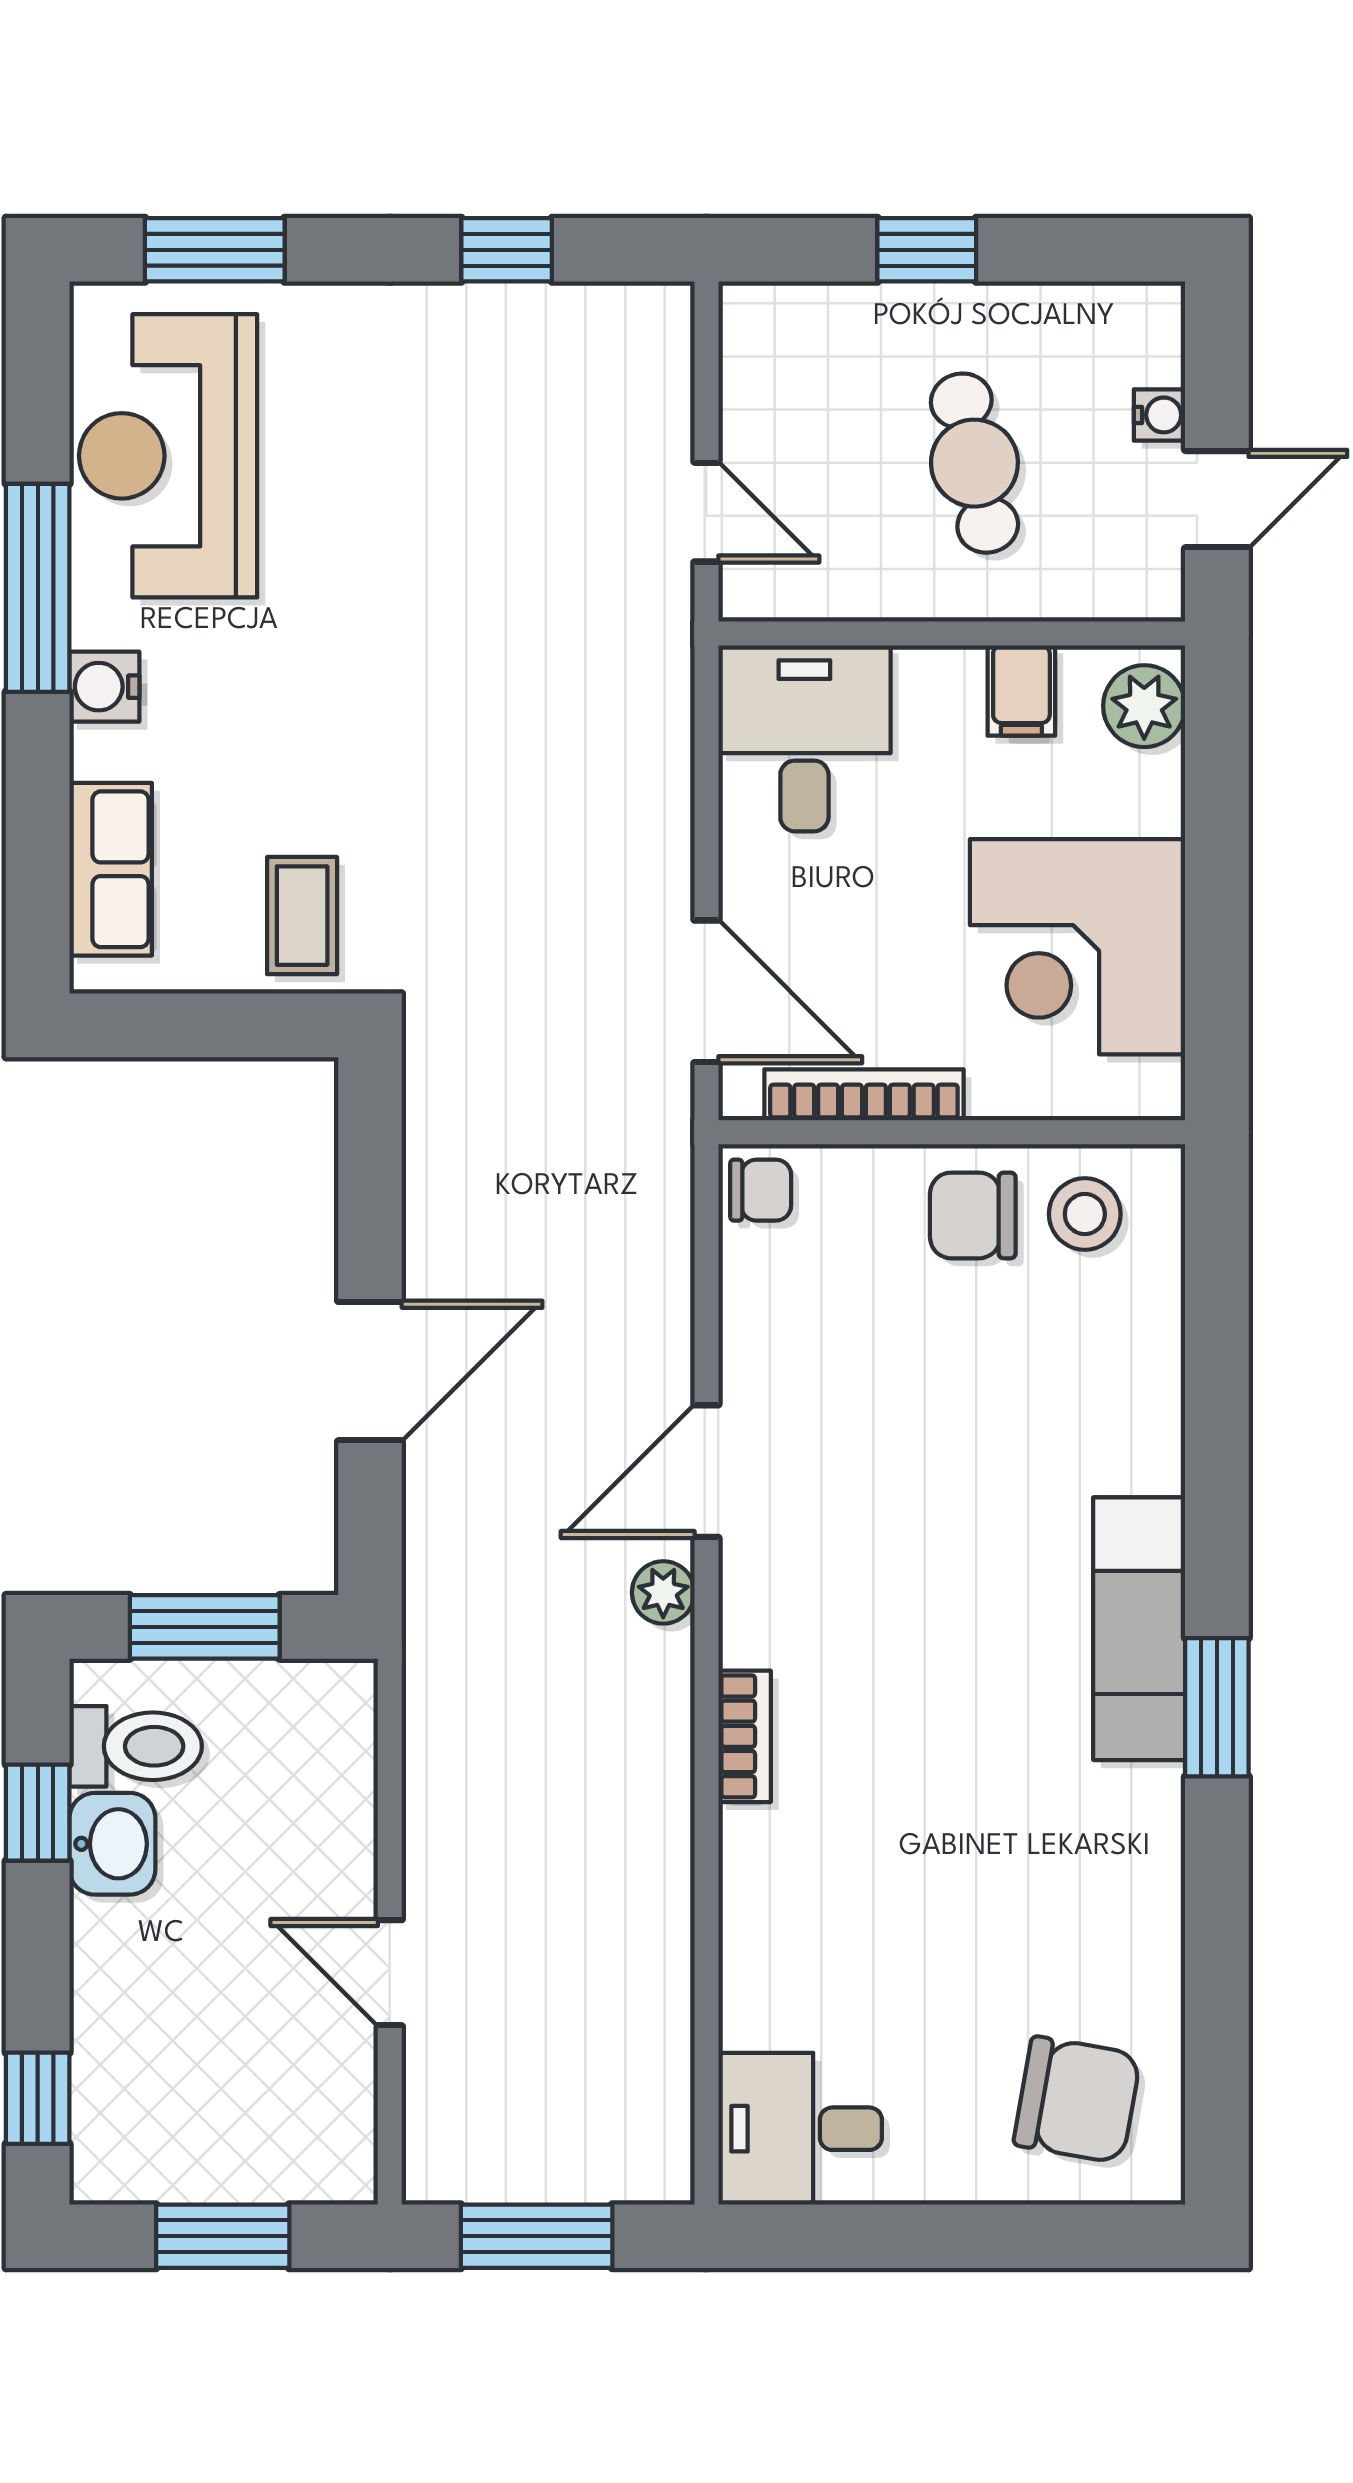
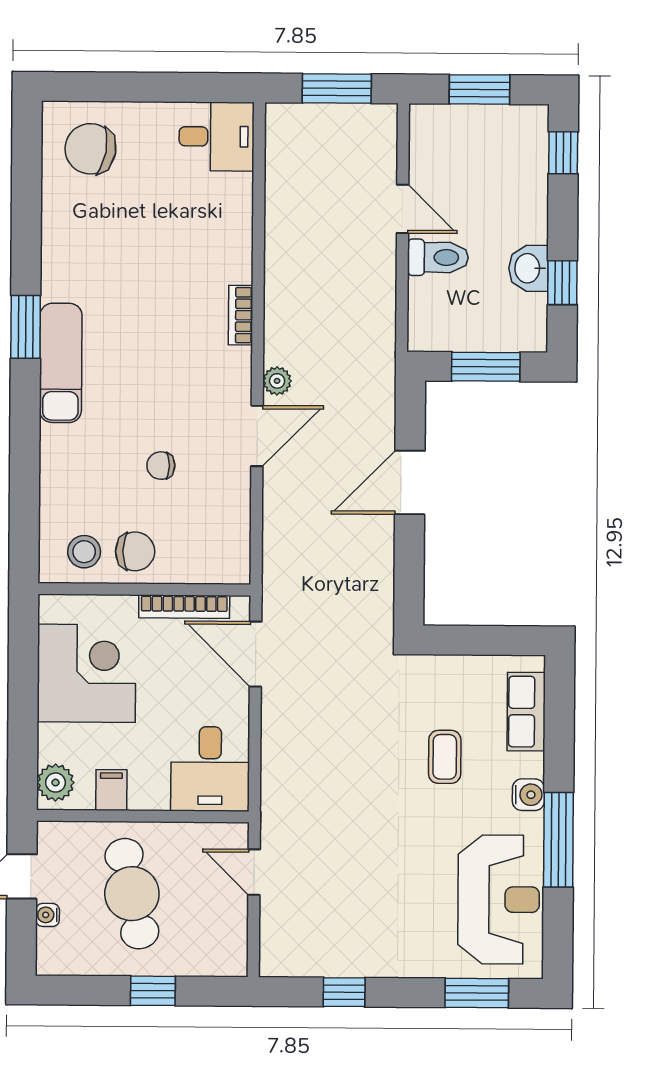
cafe table: (974, 463) -> (132, 894), width x1.37, depth x1.35
coffee table: (302, 916) -> (445, 757), moved
chair: (761, 1190) -> (161, 466), moved
toilet: (136, 1746) -> (438, 257), moved, turned 180

